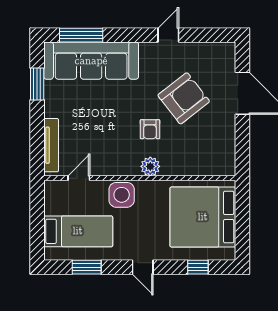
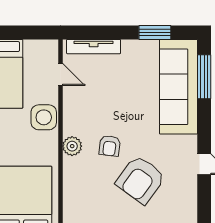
armchair: (184, 98) -> (141, 180), turned 74
armchair: (150, 129) -> (110, 146), turned -83

